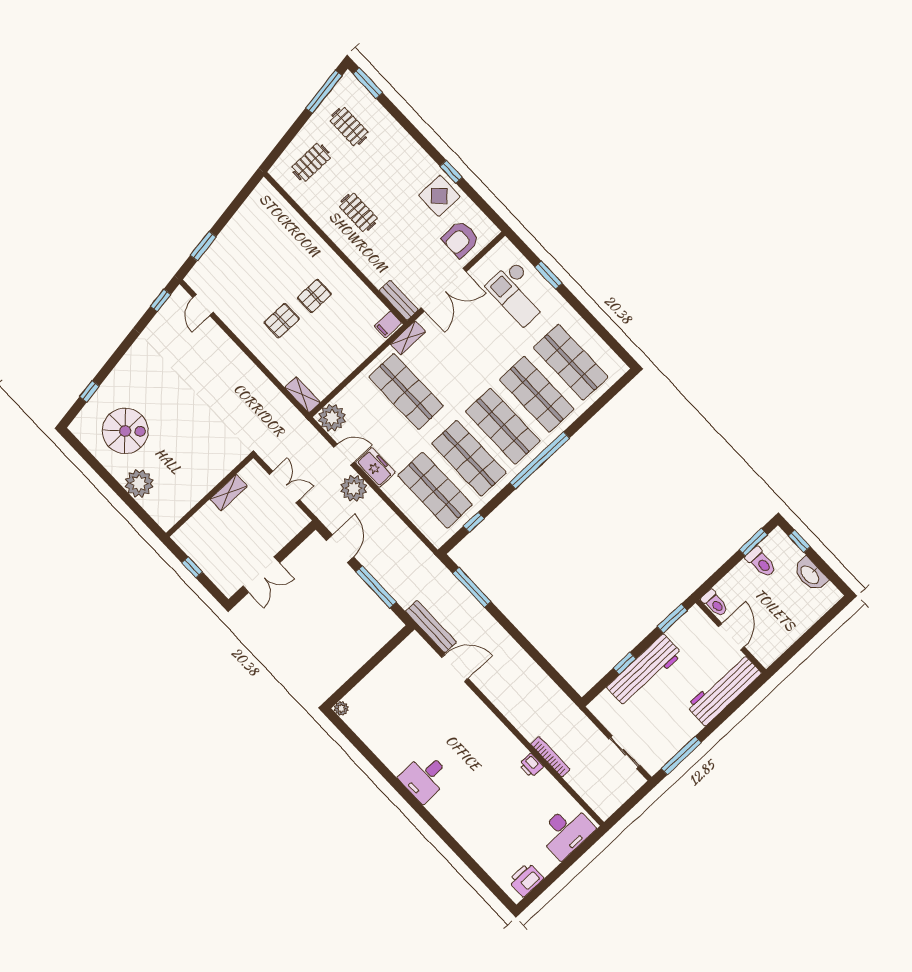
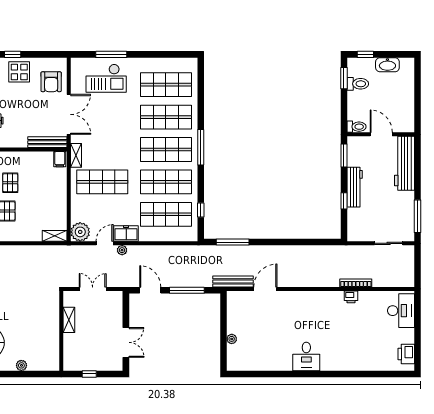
window: (549, 275) -> (111, 54), width x1.44
bench: (399, 300) -> (47, 142), width x1.36
window: (540, 460) -> (201, 147), width x0.68
plant: (139, 483) -> (21, 365), width x0.53, depth x0.53
plant: (354, 488) -> (122, 250), width x0.53, depth x0.53
workbench: (644, 671) -> (355, 187), width x0.73, depth x0.76
plant: (341, 708) -> (232, 339), moved

